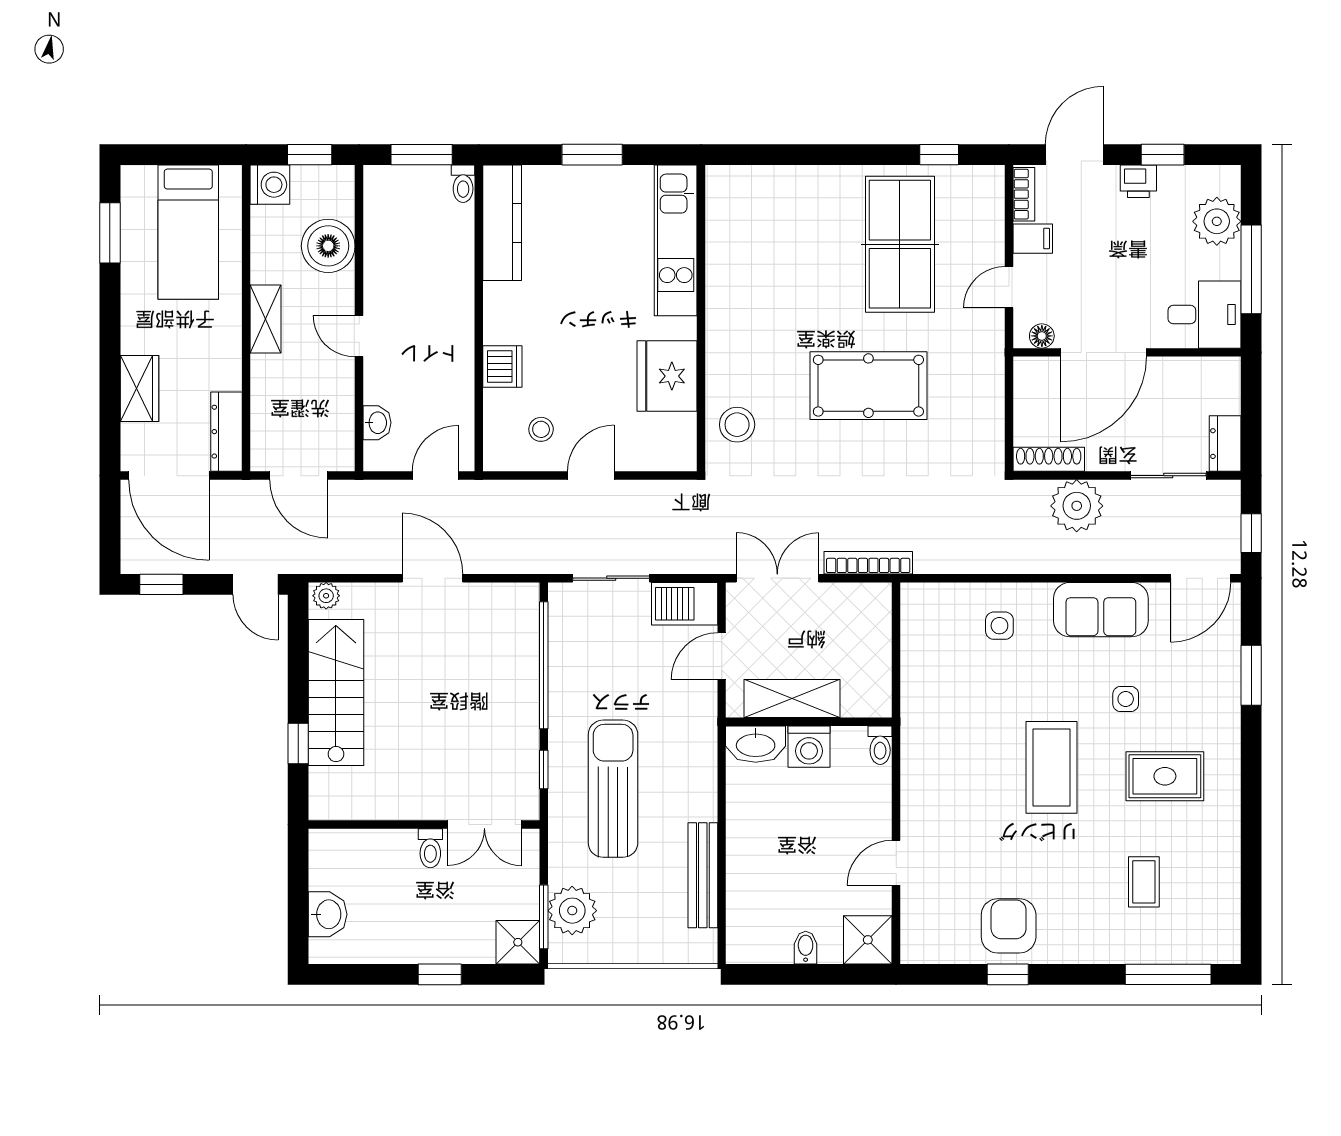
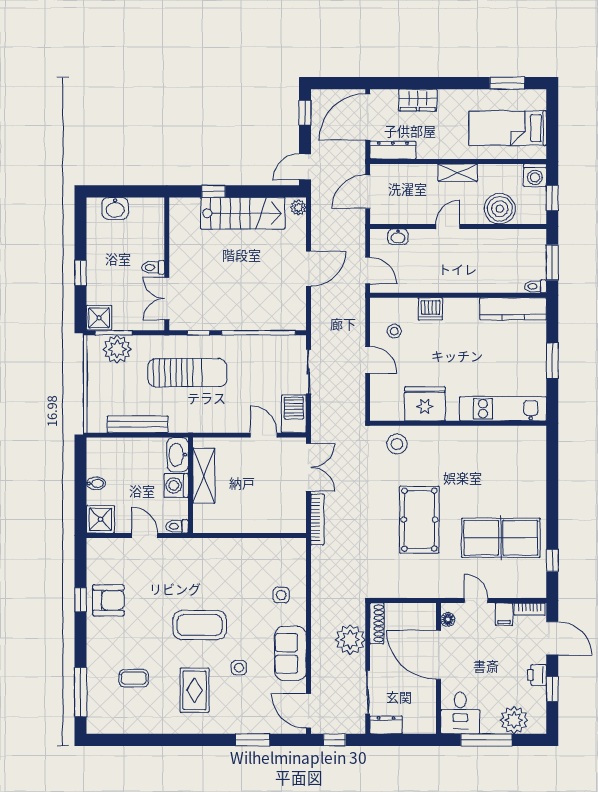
shelving: (792, 699) -> (204, 476), moved
wall: (809, 722) -> (190, 485), moved
washbasin: (756, 744) -> (178, 455), moved
toilet: (880, 745) -> (177, 526), moved
washing machine: (809, 747) -> (176, 485), moved

